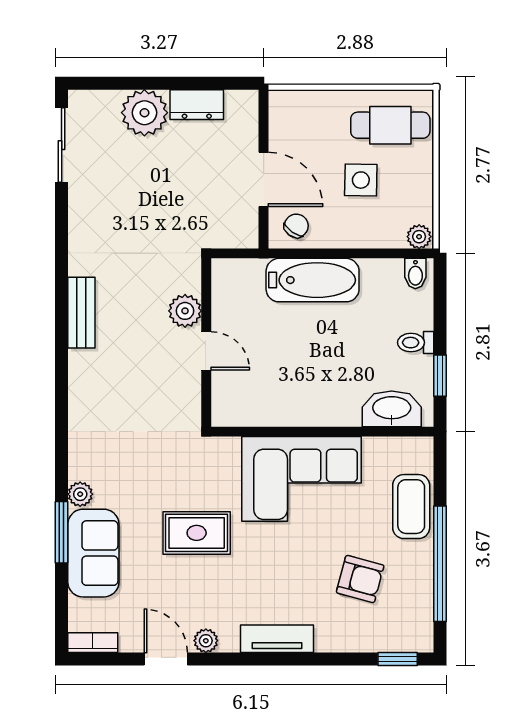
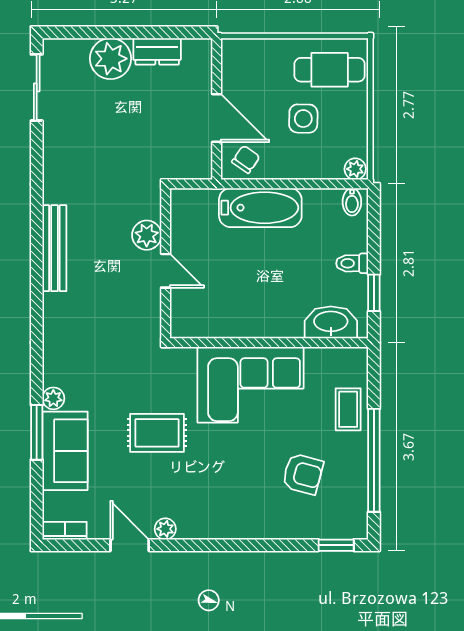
bench: (81, 313) -> (54, 248), width x1.36
coffee table: (411, 507) -> (348, 409), width x0.73, depth x0.77
tv unit: (277, 639) -> (229, 527), removed

